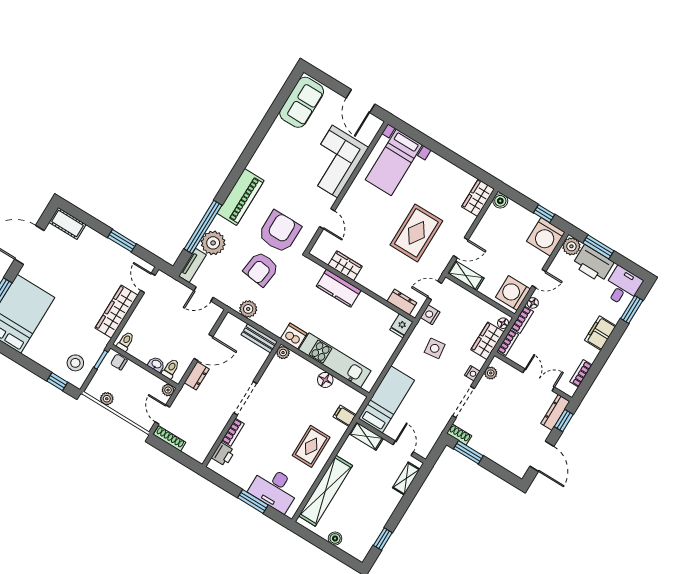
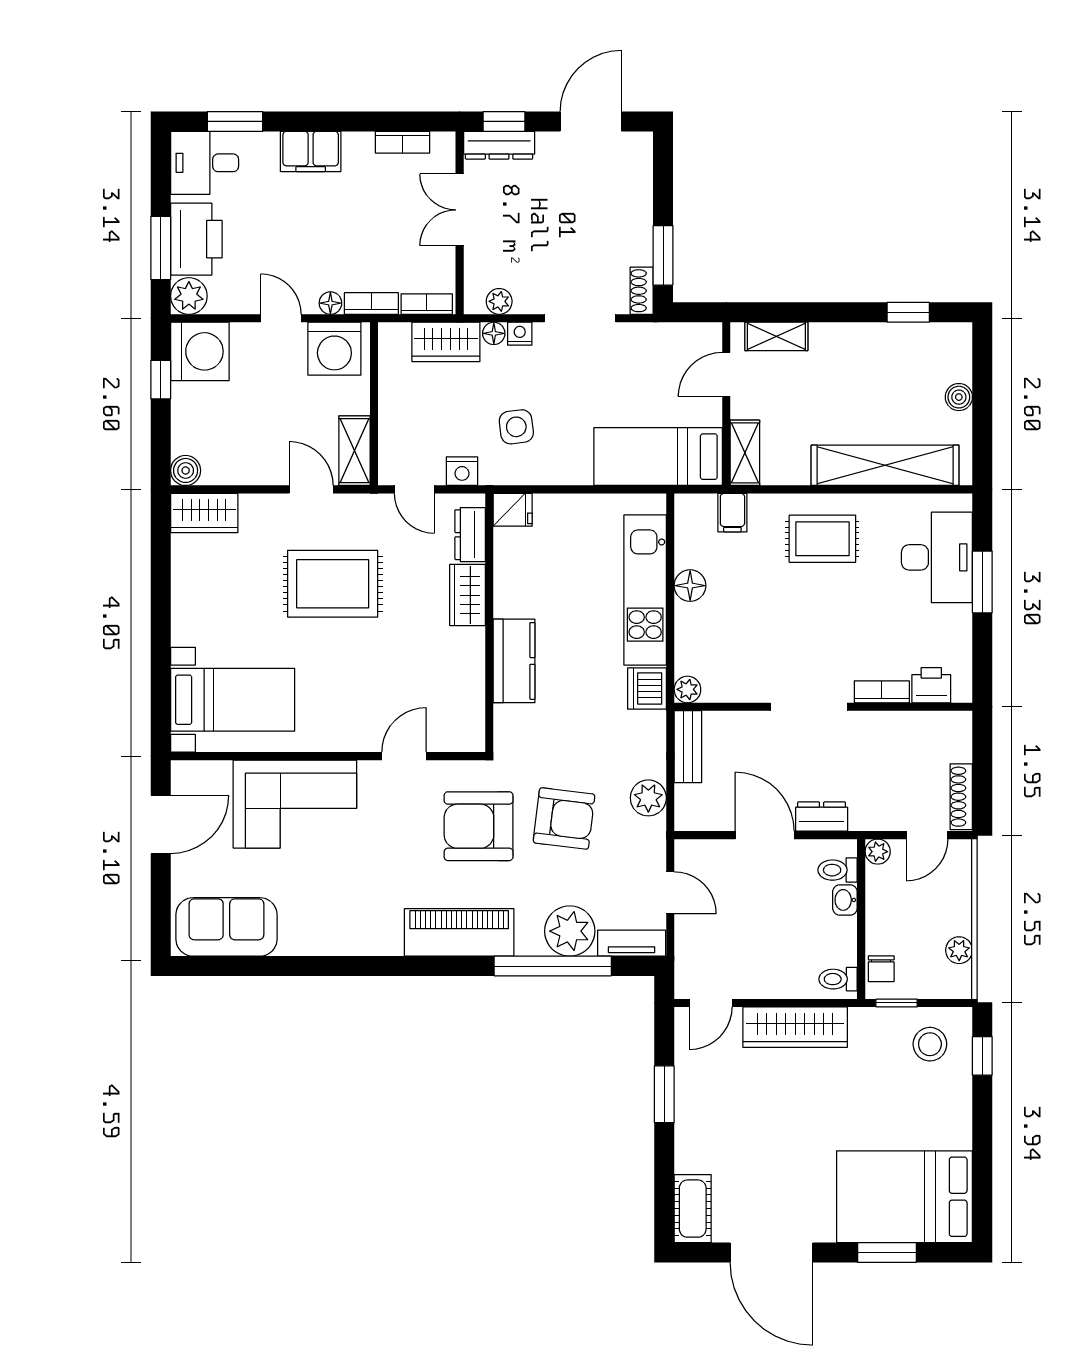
wardrobe: (345, 266) -> (467, 595), moved
floor lamp: (503, 323) -> (494, 333), moved

